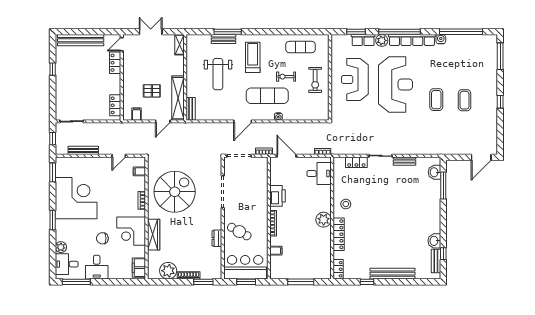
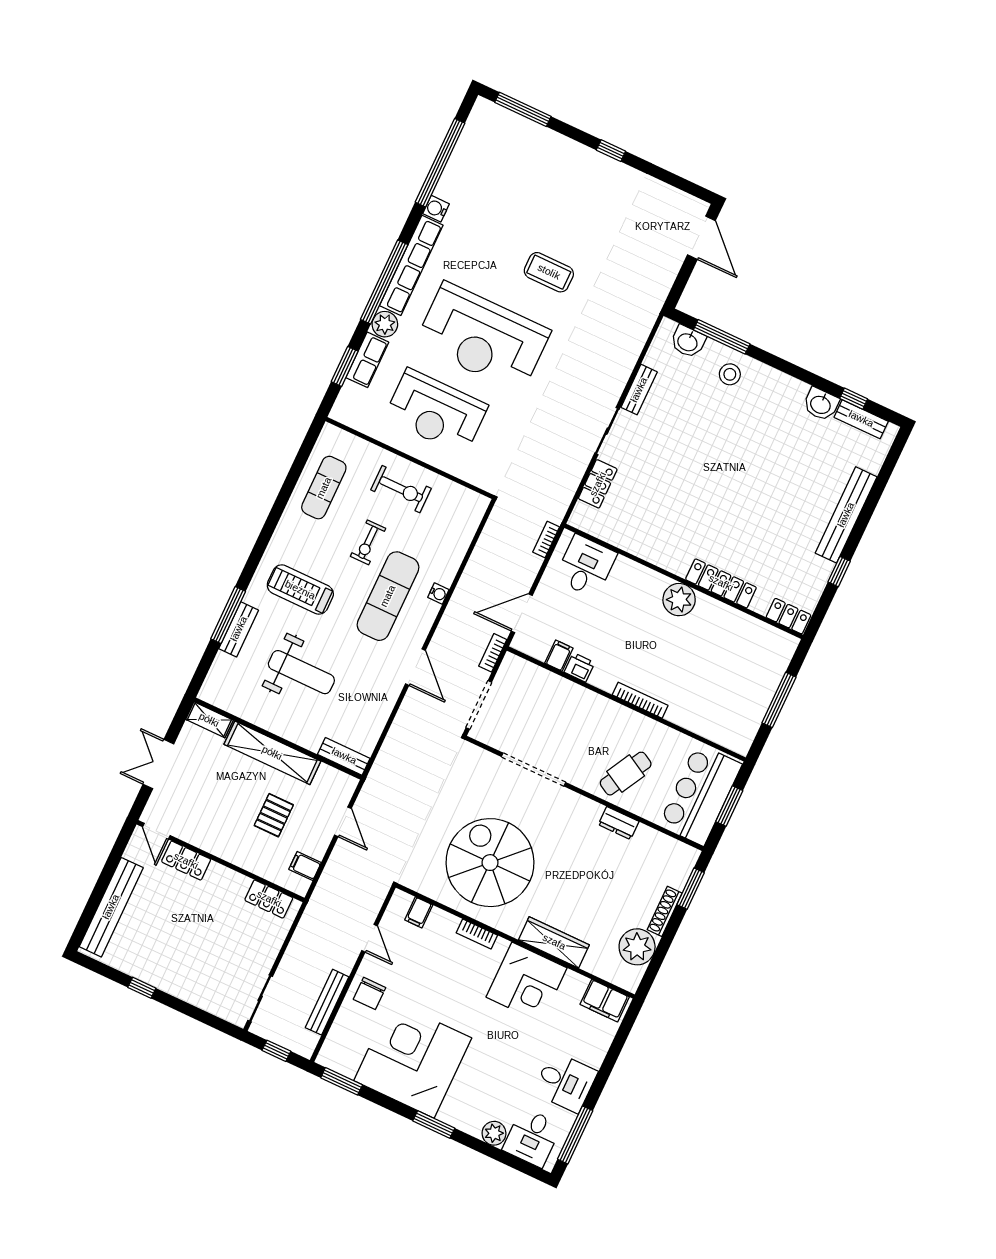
reception desk: (396, 85) -> (483, 337), turned 180
shelving: (178, 98) -> (272, 753), moved
coffee table: (464, 100) -> (576, 218), removed
printer: (277, 196) -> (579, 667), width x0.53, depth x0.68
stool: (346, 204) -> (730, 374), moved
chair: (102, 238) -> (369, 993), moved
filing cabinet: (276, 251) -> (559, 656), moved

